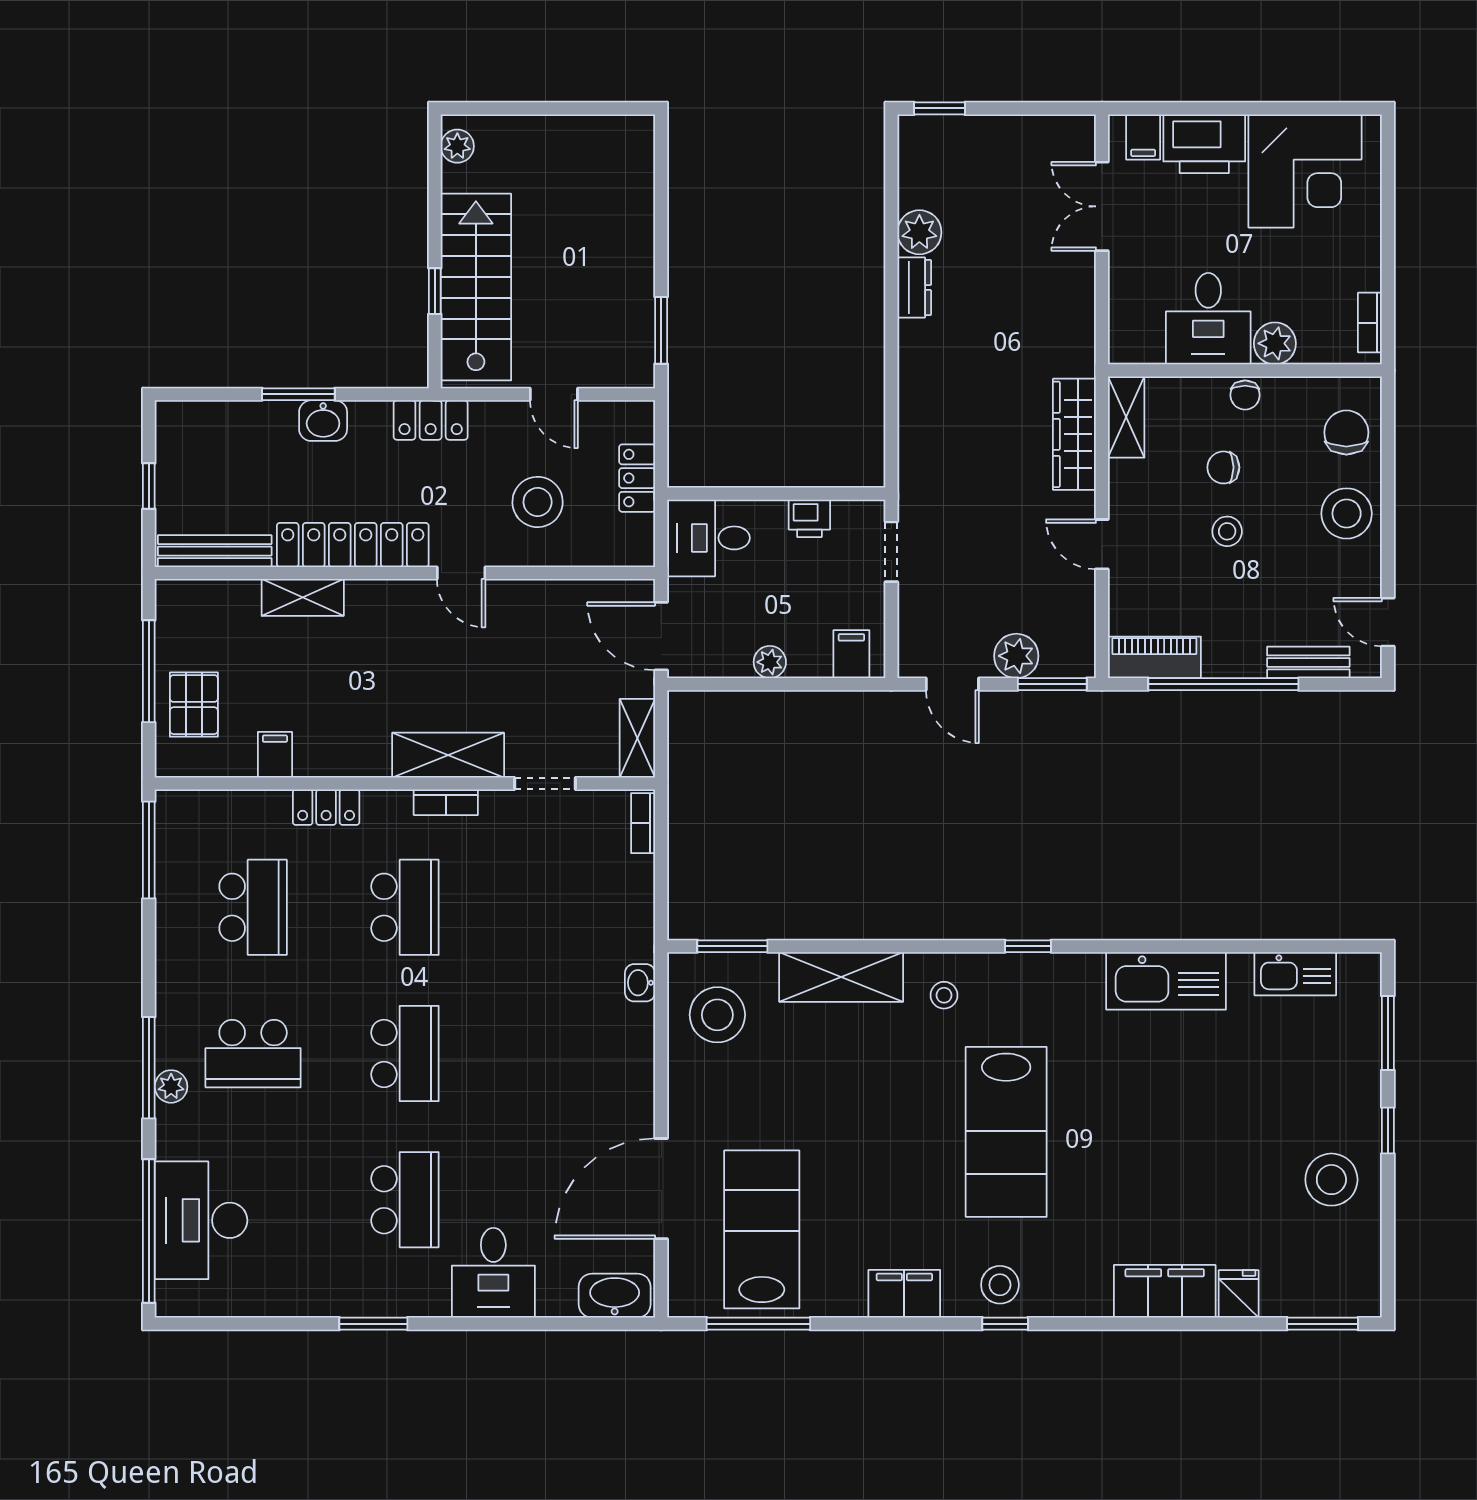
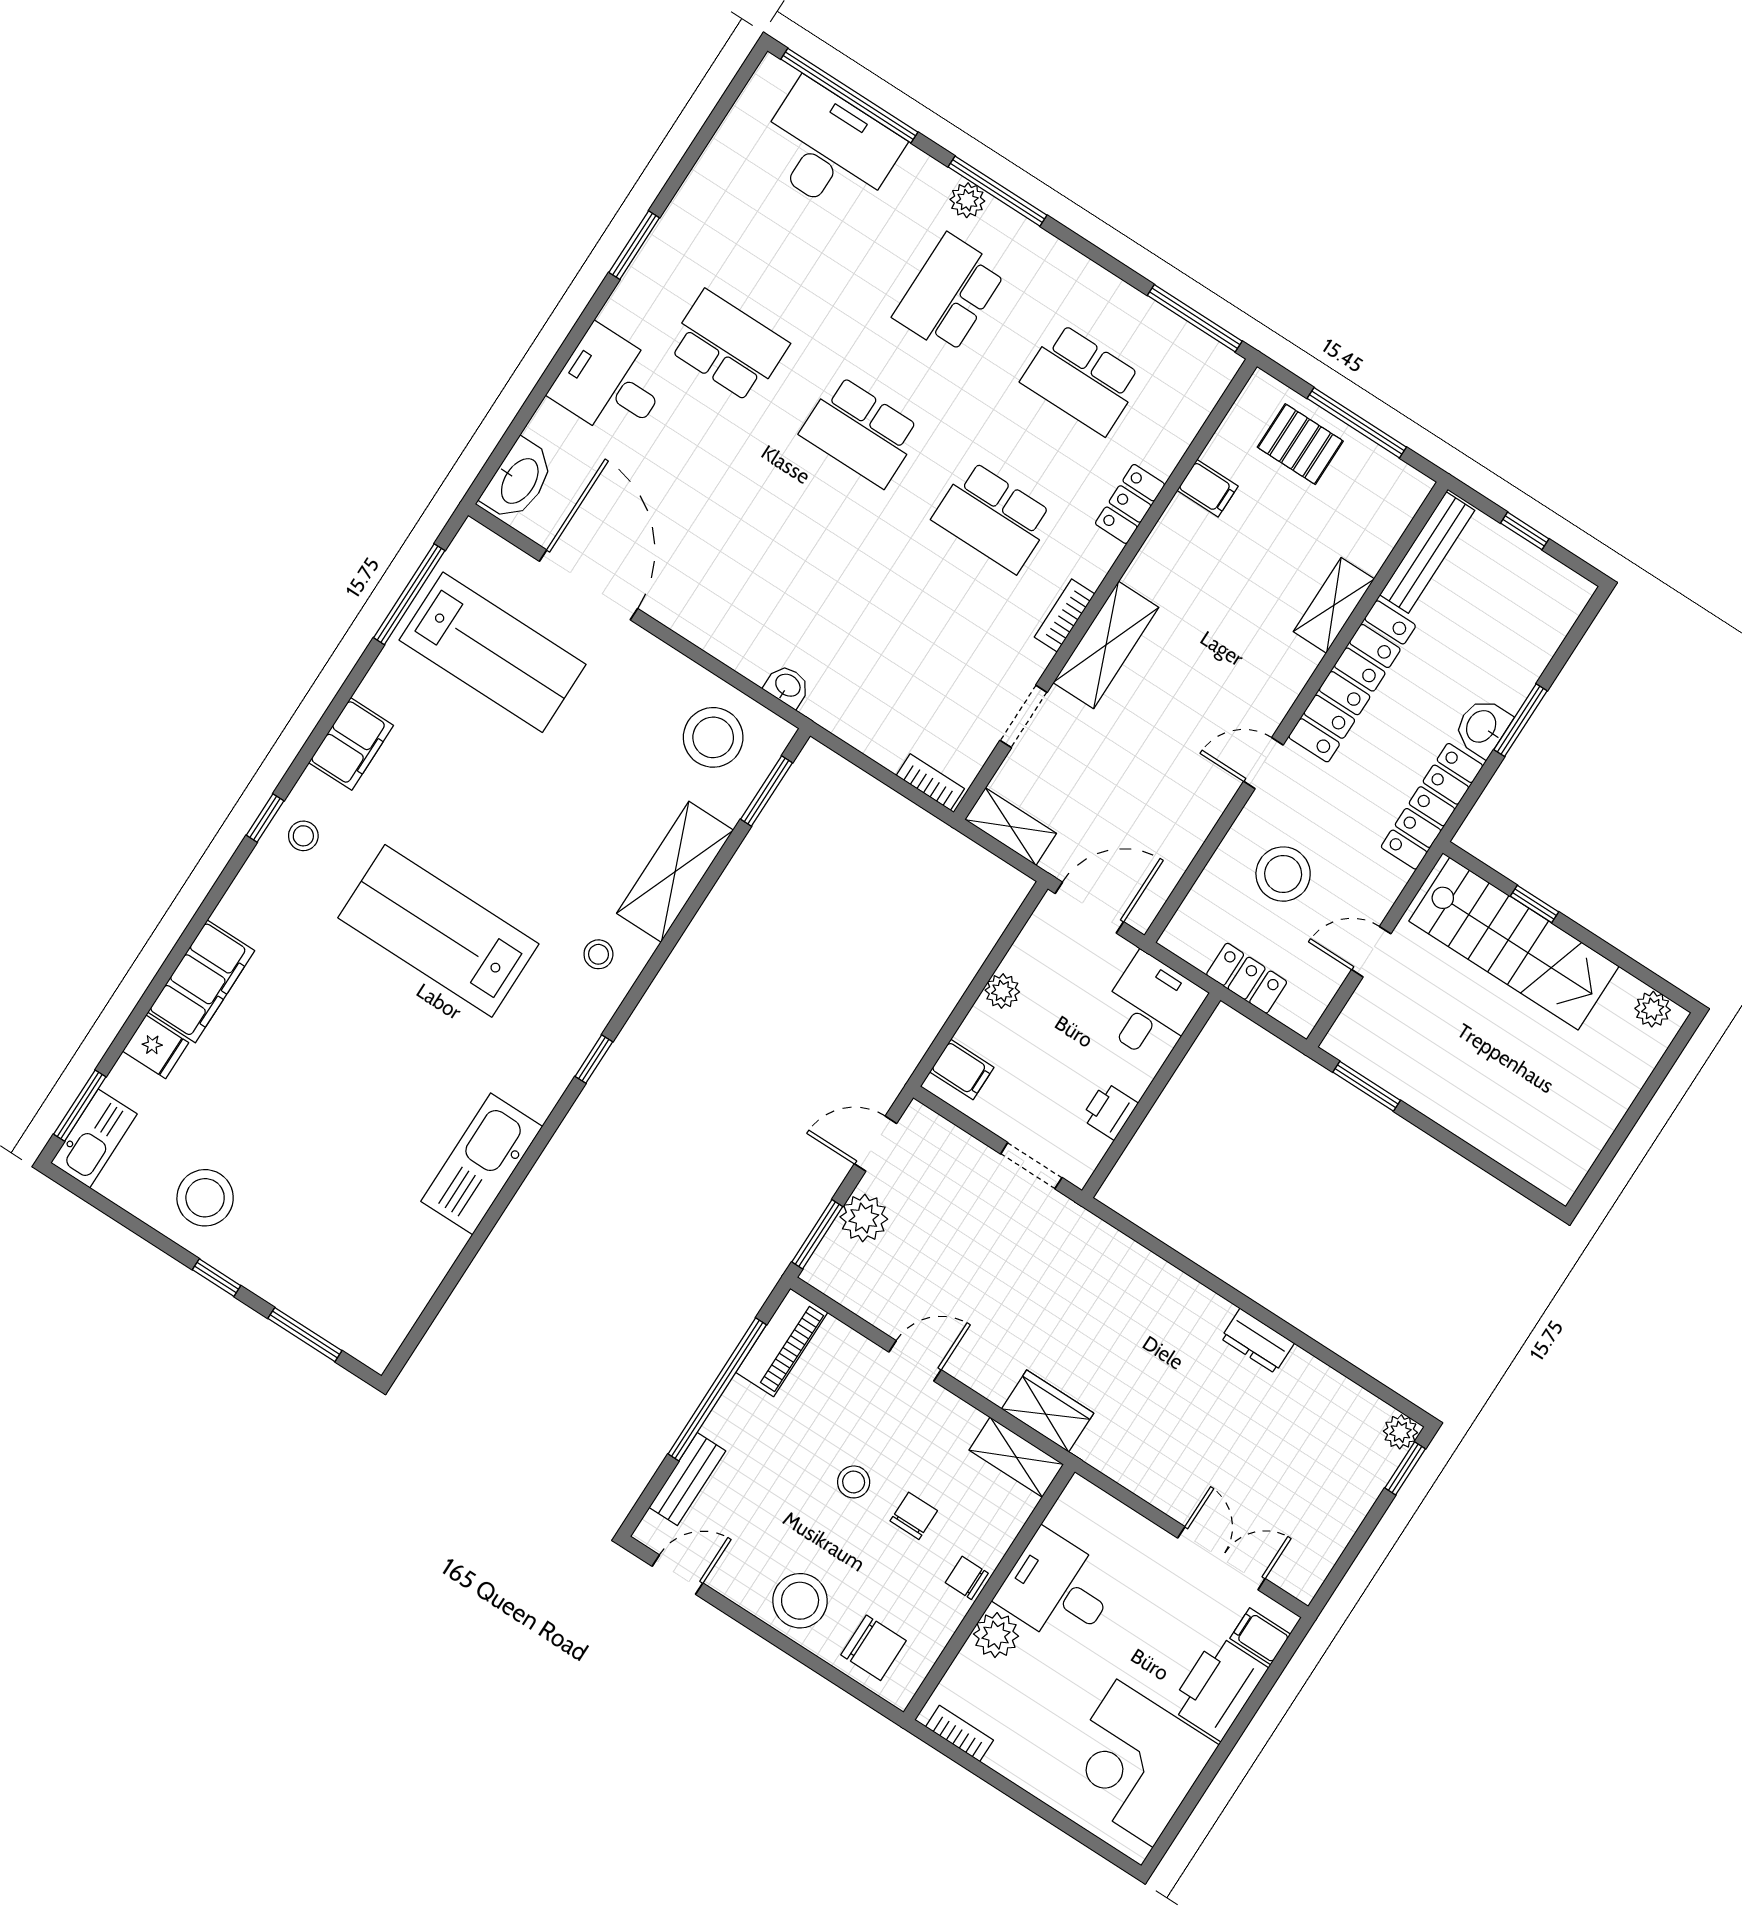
plant: (919, 232) -> (1400, 1432), moved, width x0.73, depth x0.73
locker: (431, 420) -> (1432, 806), width x1.53
wardrobe: (1074, 434) -> (1048, 1411), width x0.67
kitchen sink: (1295, 974) -> (94, 1138), moved, turned 180
school desk: (405, 1200) -> (728, 346), turned 180
stool: (1000, 1285) -> (303, 836), width x0.73, depth x0.73

